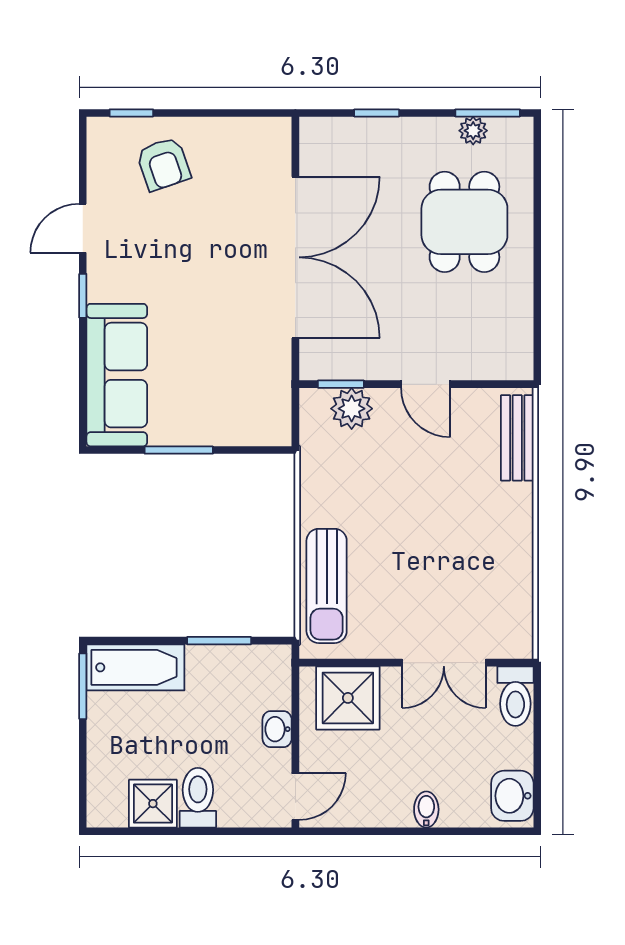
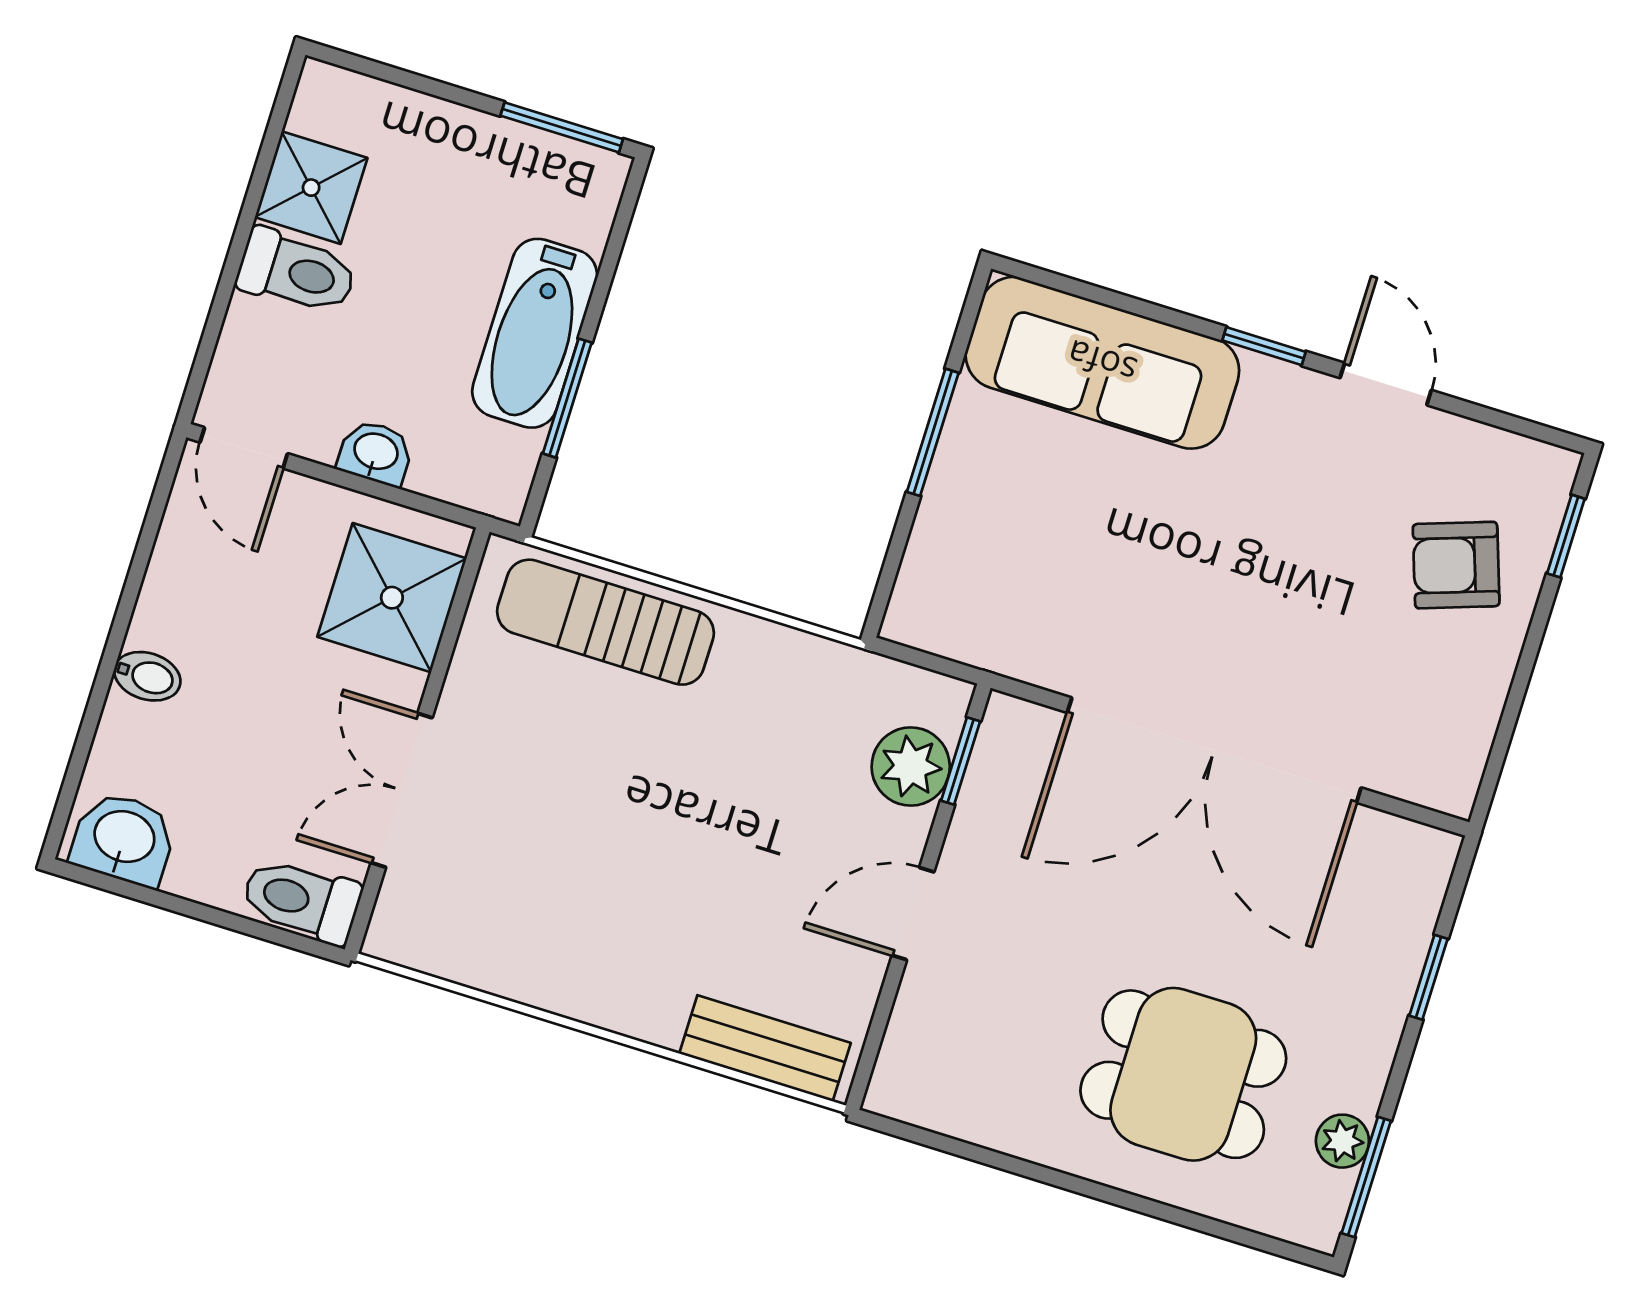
bathtub: (135, 667) -> (535, 333), moved

